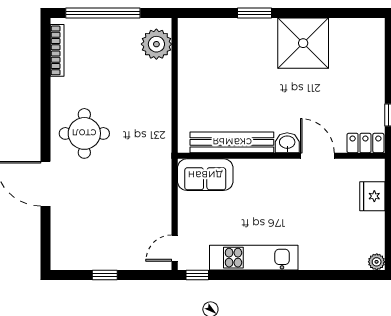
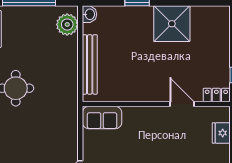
bench: (232, 142) -> (90, 64), moved, turned 90
washbasin: (287, 143) -> (89, 14), moved, turned 90

